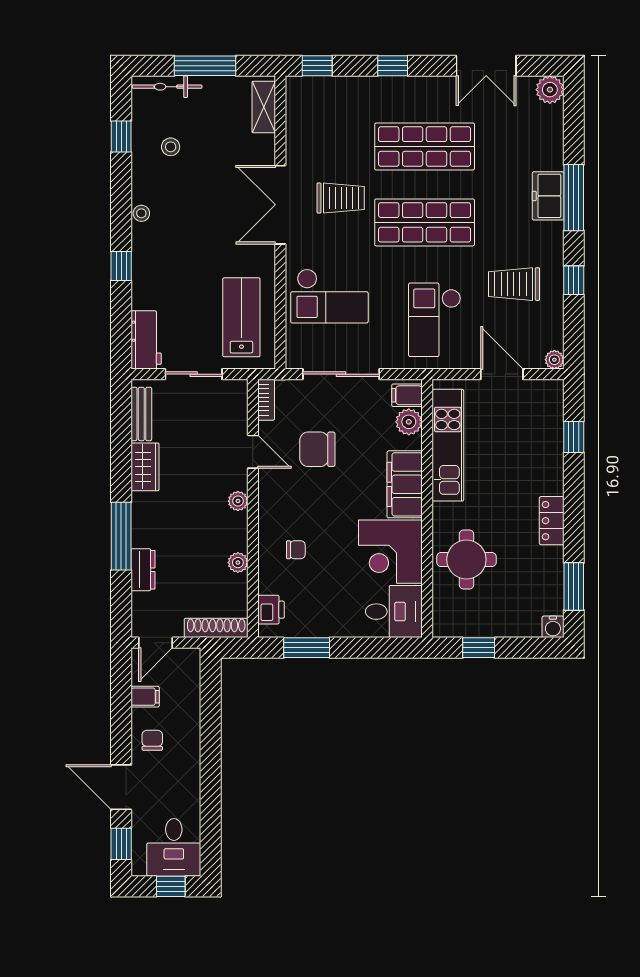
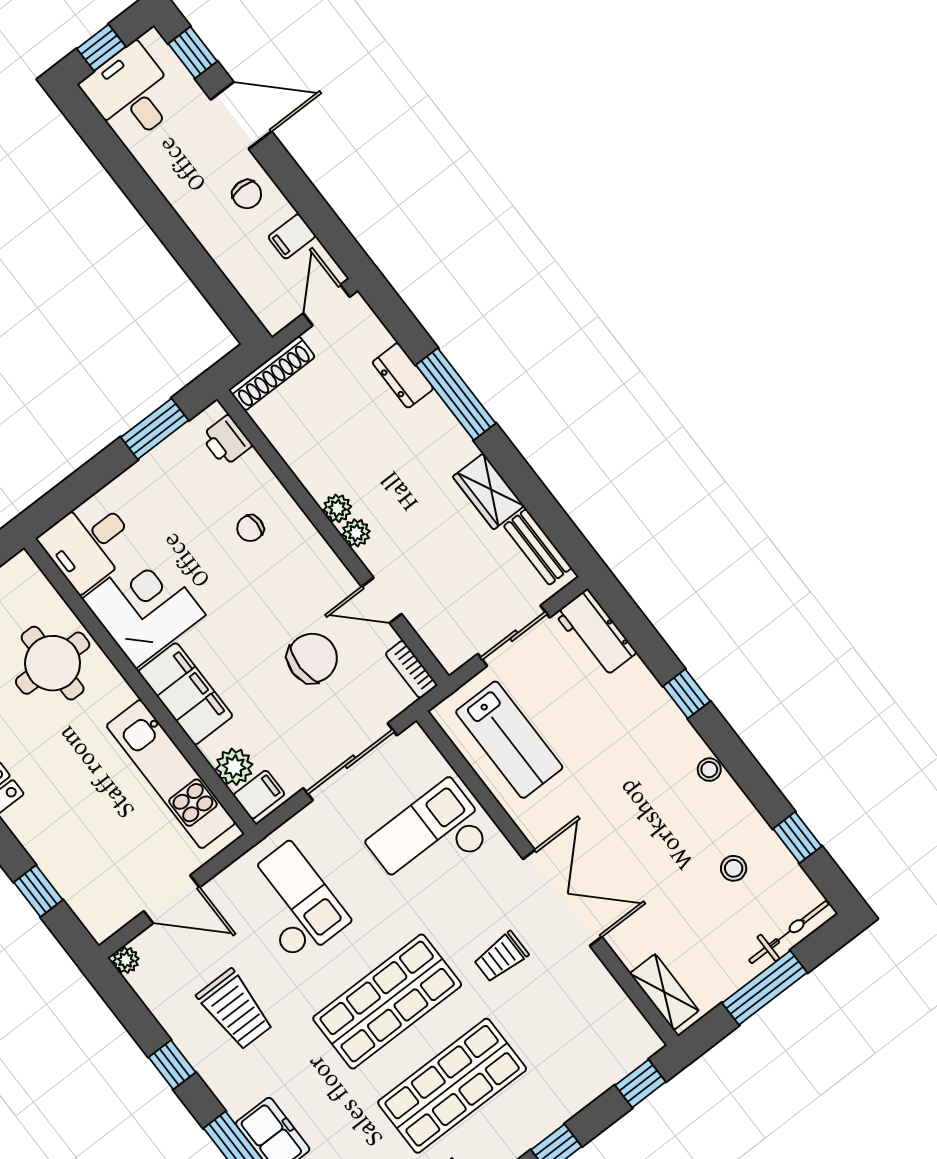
trolley: (341, 198) -> (501, 957), width x0.73, depth x0.72
trolley: (514, 284) -> (235, 1010), turned 90
plant: (238, 563) -> (337, 508), moved

